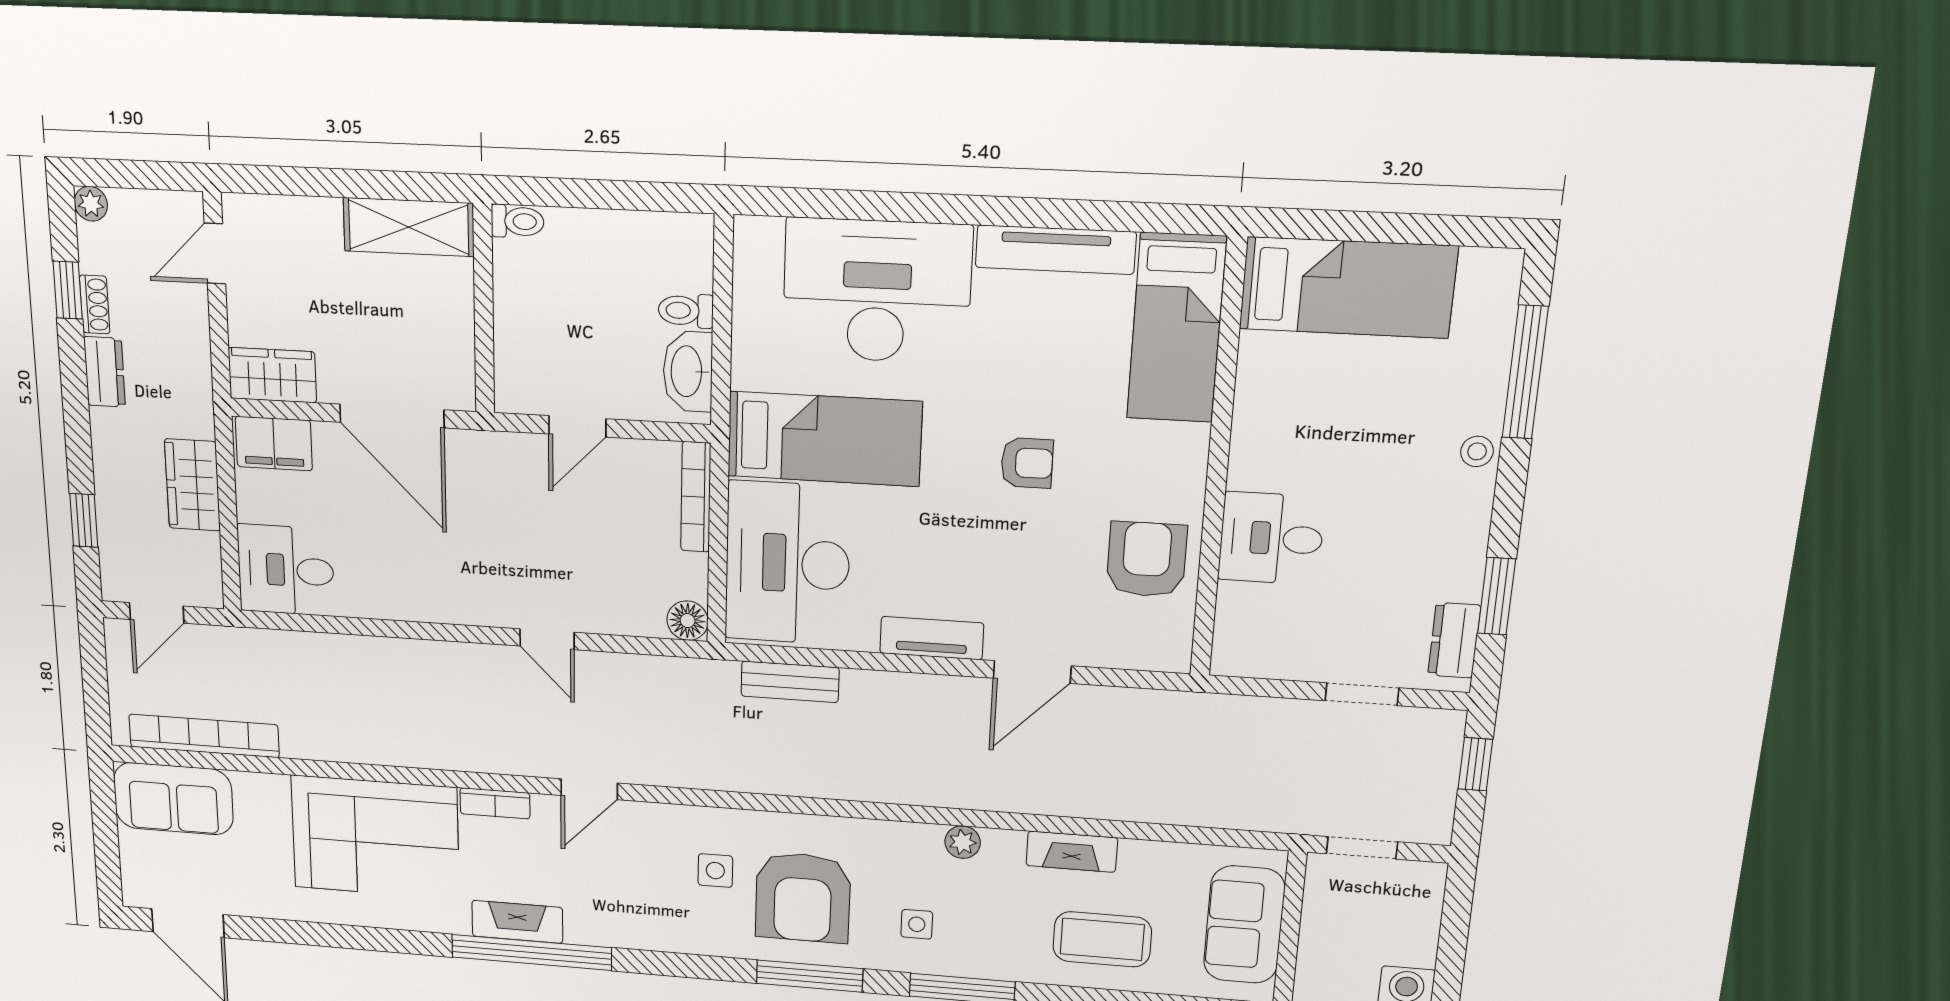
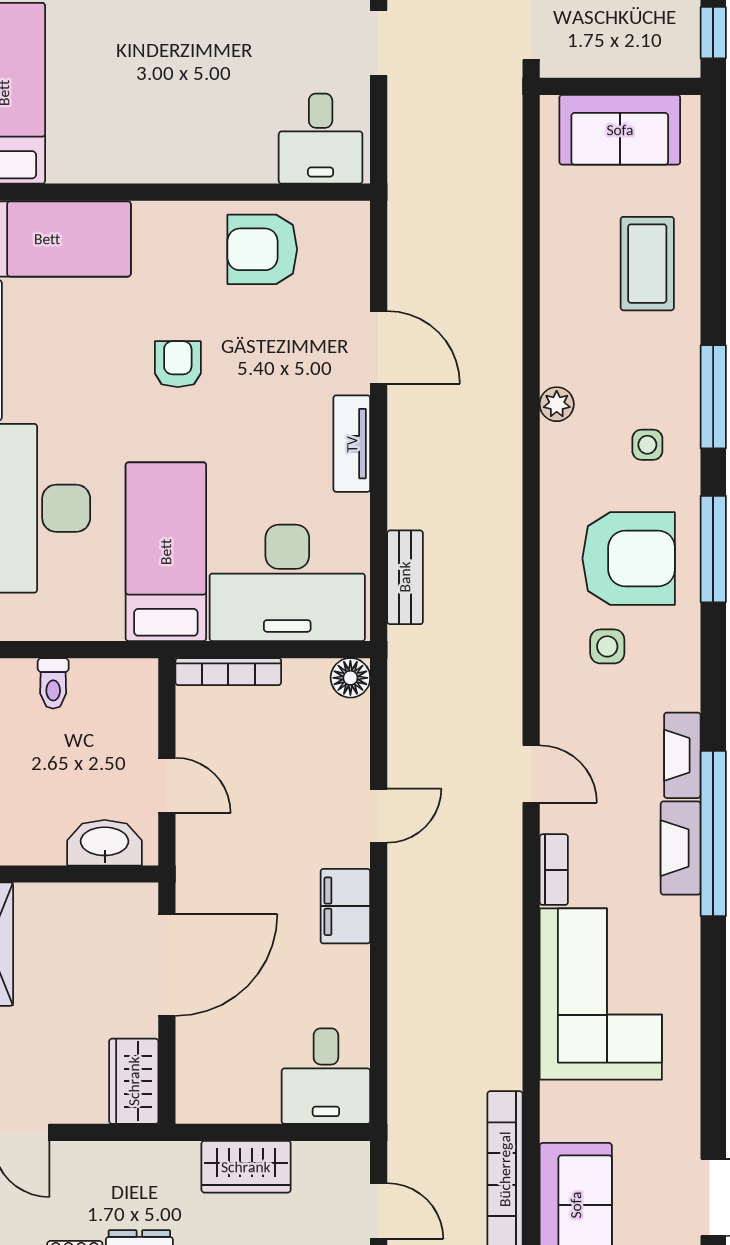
washbasin: (688, 371) -> (105, 843), moved, turned 180
filing cabinet: (274, 444) -> (345, 906), moved, turned 180
desk: (1271, 538) -> (321, 139), moved
fireplace: (1072, 852) -> (682, 755), moved, turned 180

